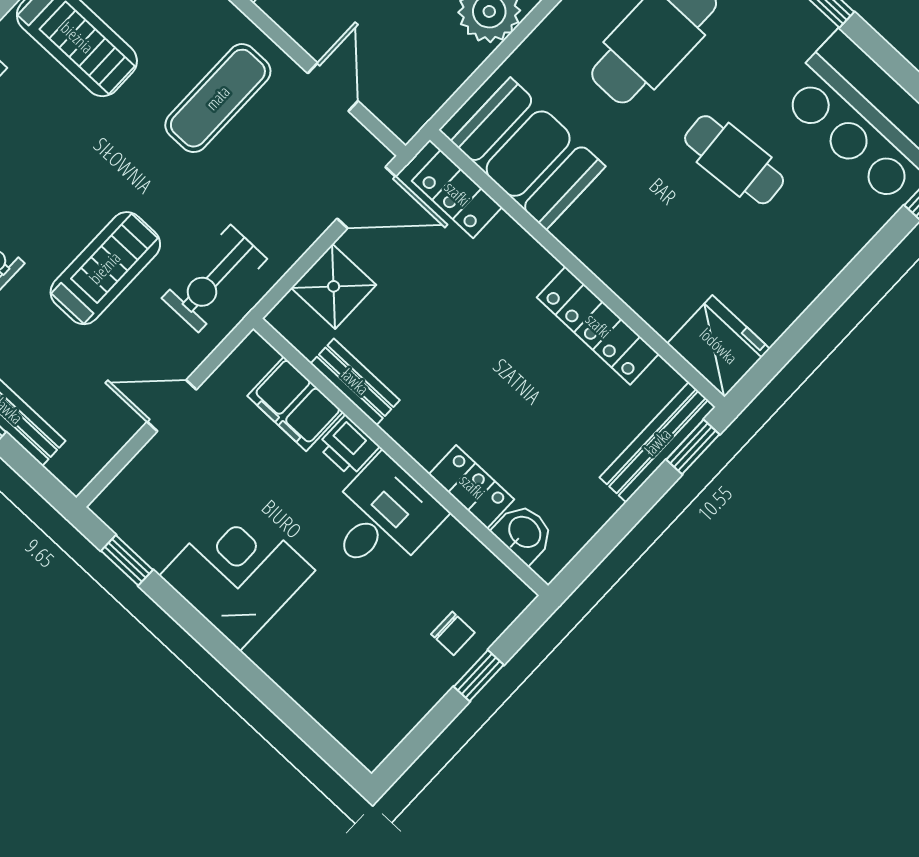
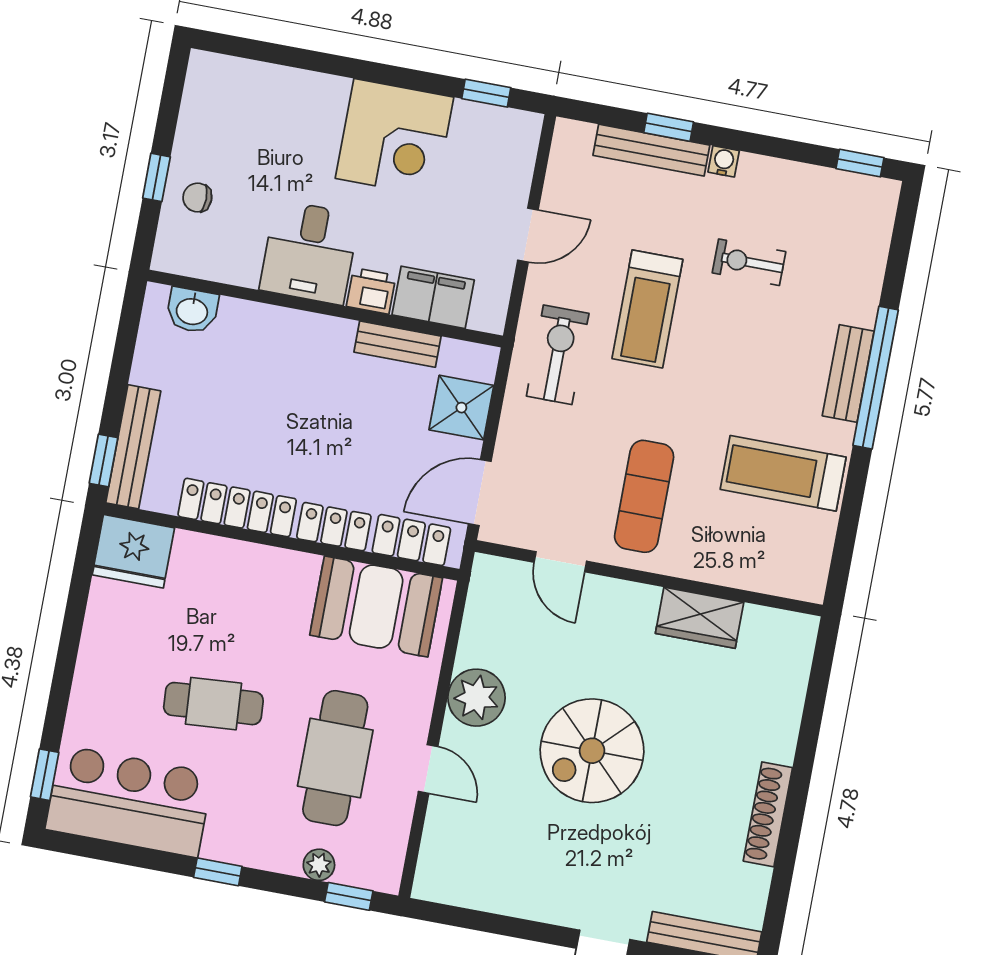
locker: (472, 487) -> (334, 527), moved, turned 180

